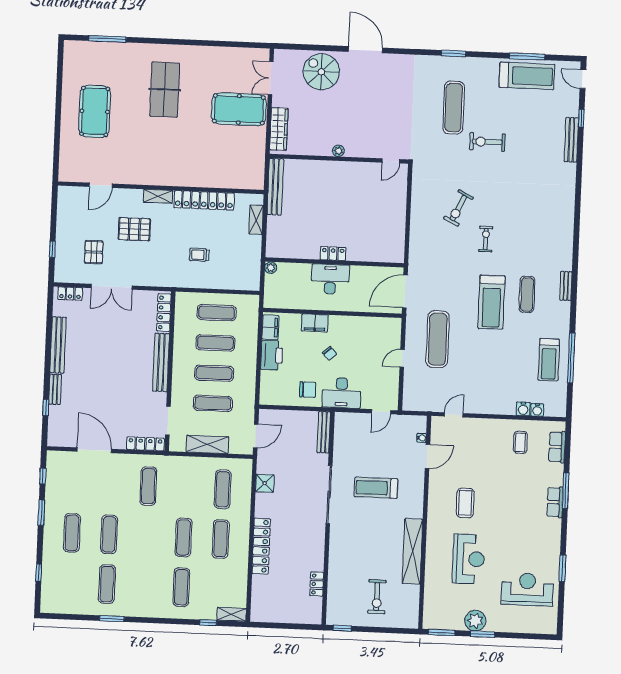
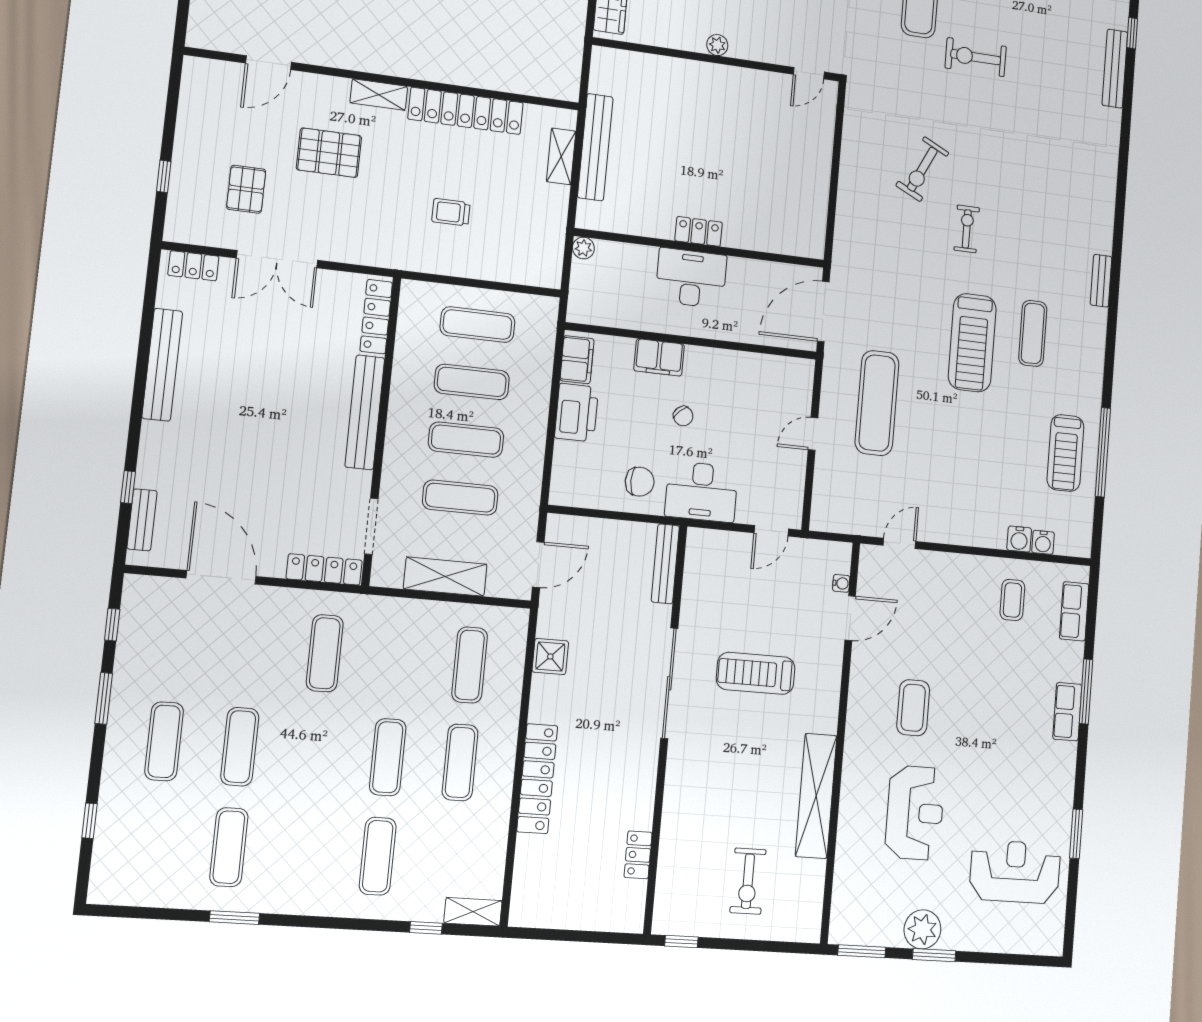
bench: (275, 187) -> (595, 147), moved
bench: (566, 286) -> (1101, 281), moved
bench: (55, 389) -> (142, 520), moved

